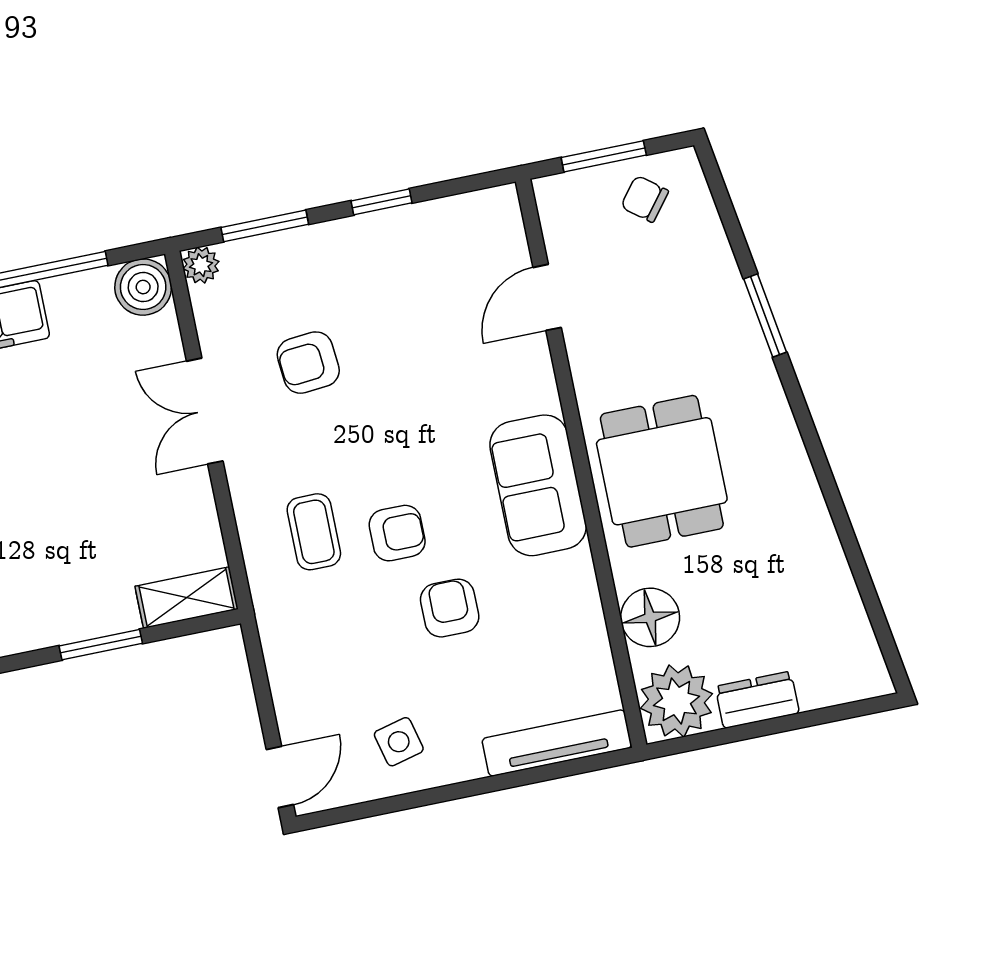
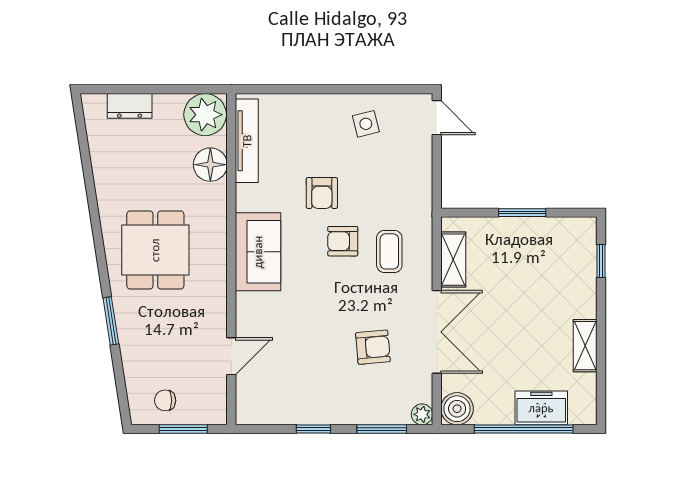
chair: (645, 199) -> (165, 400), turned 142
double door: (205, 411) -> (437, 332), width x1.37
dining table: (662, 471) -> (155, 250), moved
shelving: (187, 598) -> (453, 260), moved, turned 90
dresser: (757, 700) -> (130, 106), moved
tv unit: (557, 743) -> (247, 141), moved, turned -90
door: (280, 777) -> (437, 118), swing flipped

